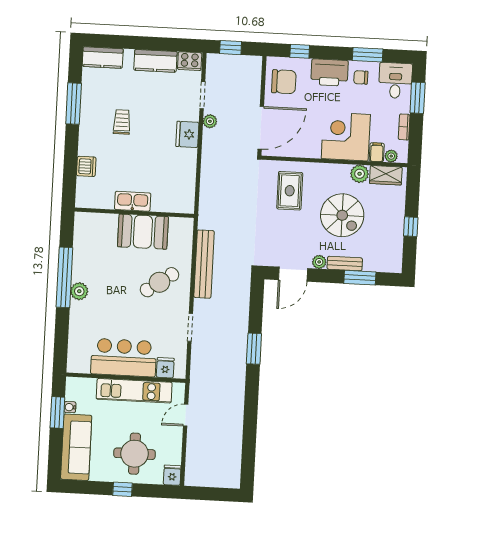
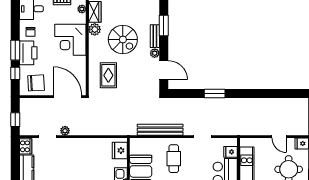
window: (368, 55) -> (15, 50), moved
chair: (284, 82) -> (36, 83), turned 87
fridge: (187, 134) -> (120, 150), moved, turned 90
filing cabinet: (377, 152) -> (80, 19), removed
rug: (290, 191) -> (108, 75), turned 90
spiral stairs: (342, 215) -> (123, 39), turned 90
cafe table: (160, 282) -> (174, 159), turned 35
door: (186, 415) -> (279, 137), moved

